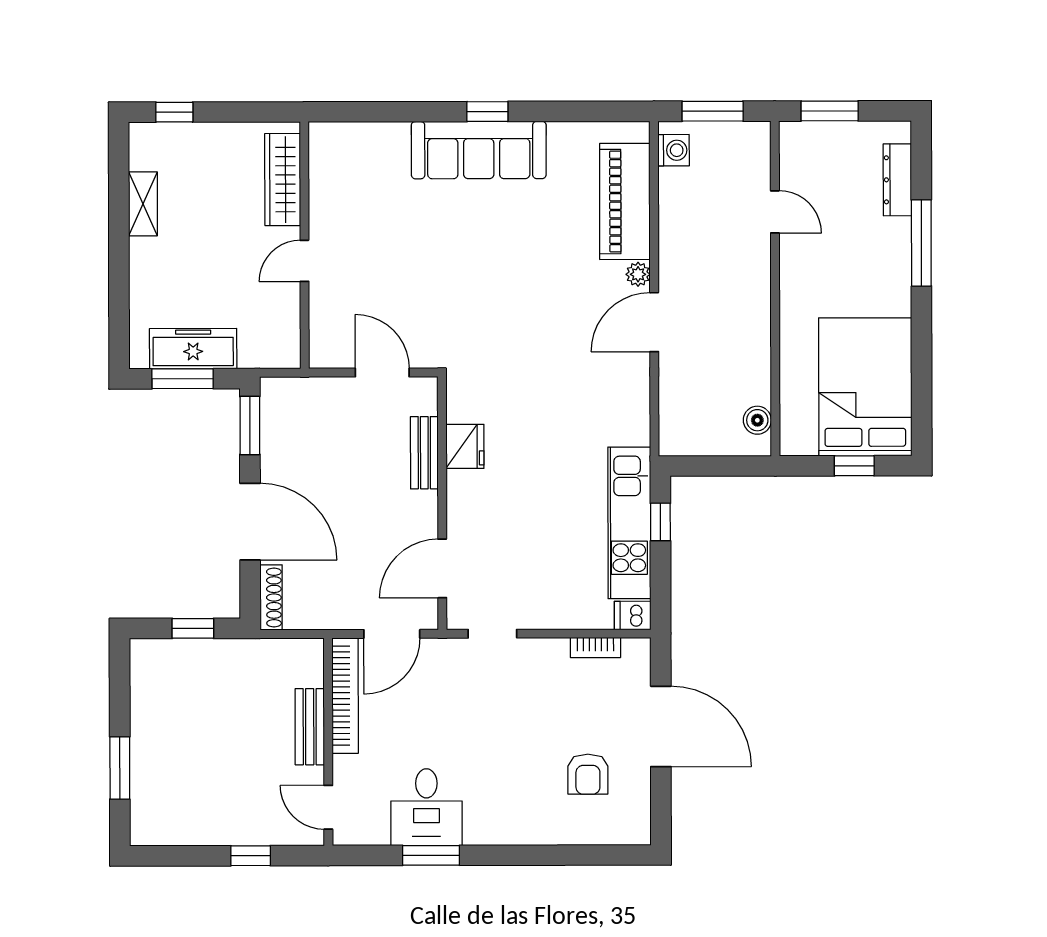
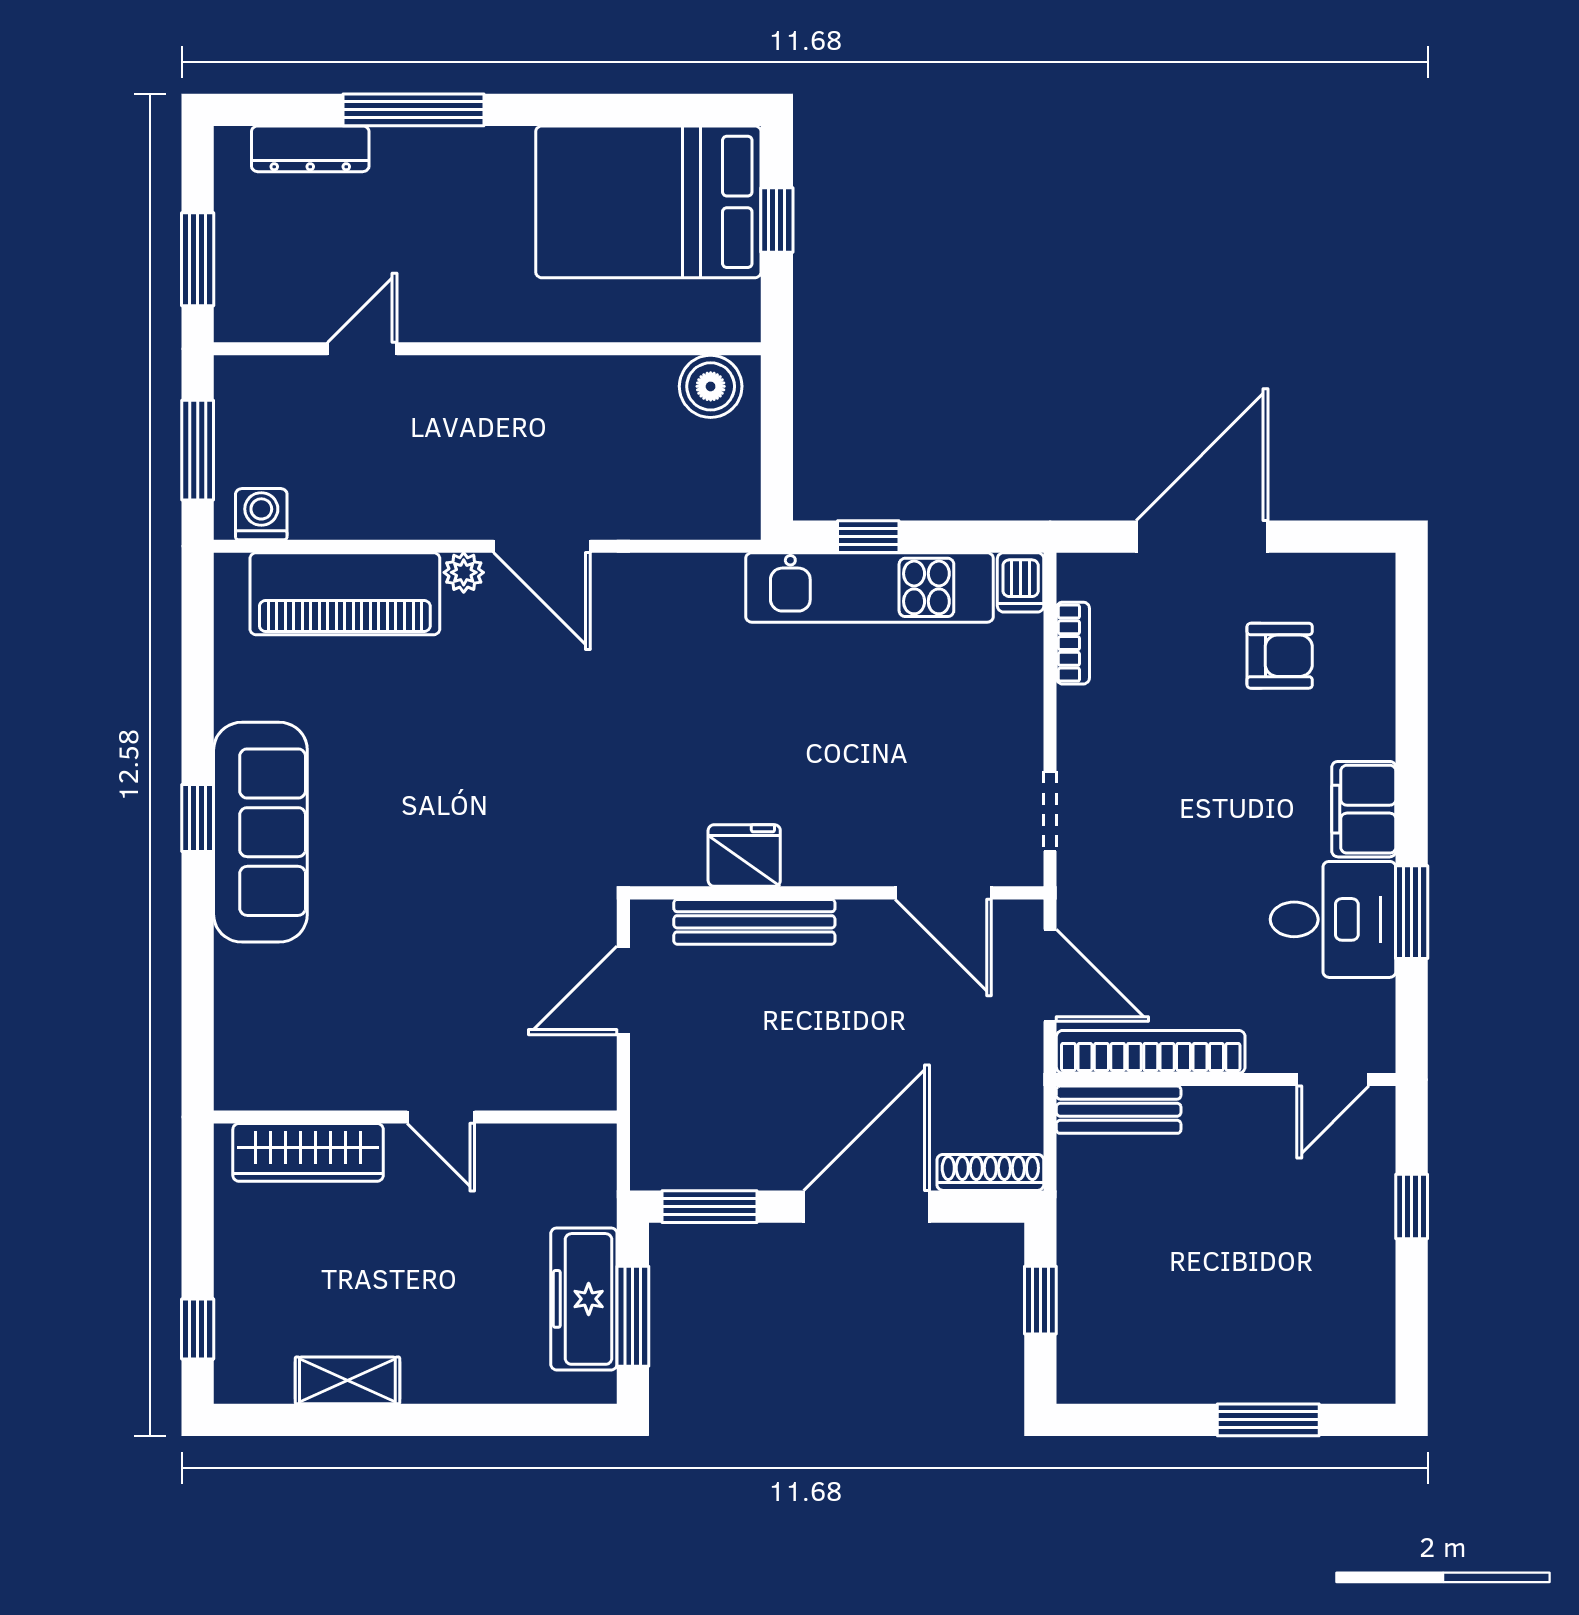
boiler: (757, 420) -> (711, 386), width x1.36, depth x1.36
bench: (424, 453) -> (754, 922), width x1.36
bench: (310, 727) -> (1119, 1110), moved
filing cabinet: (494, 826) -> (1364, 809), added

